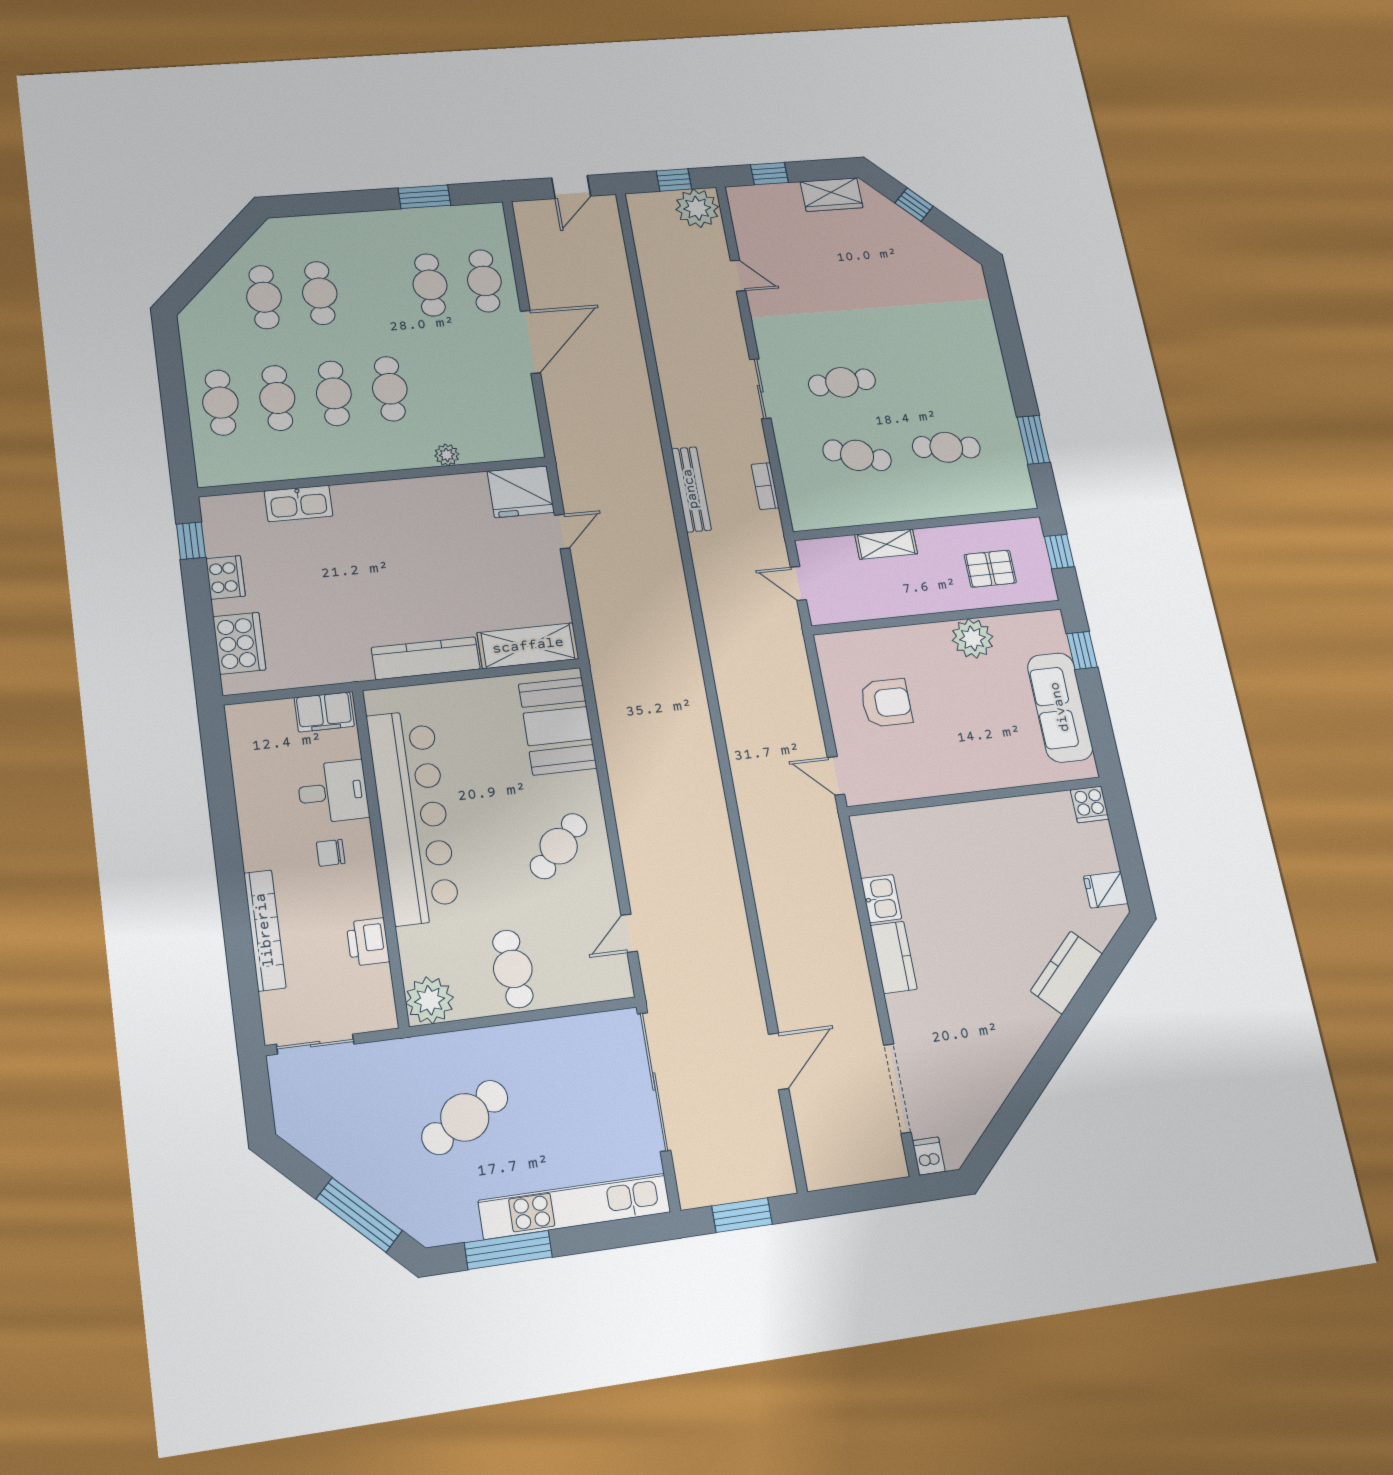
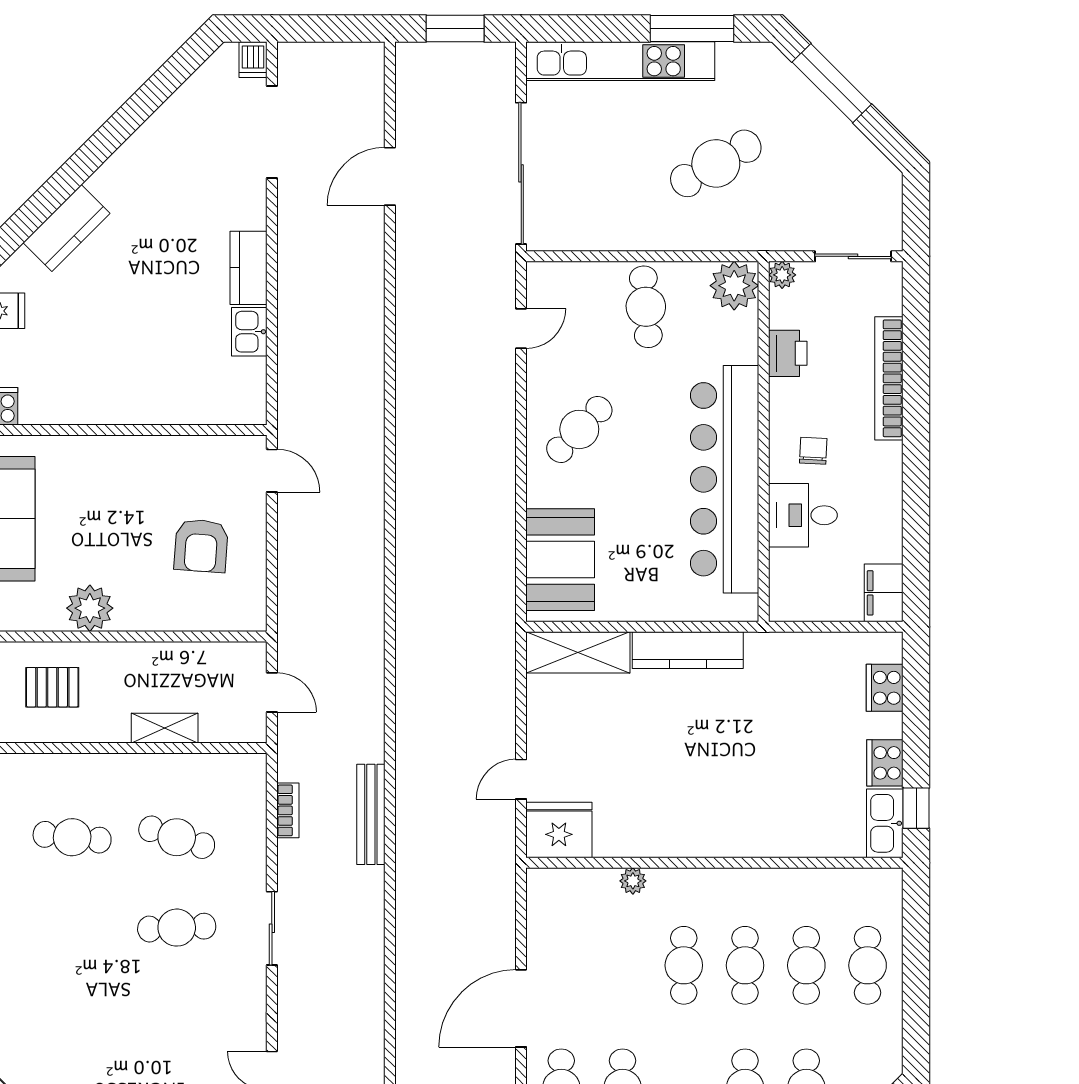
kitchen sink: (299, 503) -> (885, 823), moved, turned -90
cooker: (239, 643) -> (885, 688), width x0.73, depth x0.76
armchair: (886, 703) -> (201, 546), turned -86
filing cabinet: (324, 712) -> (884, 593), moved, turned -90
chair: (331, 853) -> (813, 451), turned -87
plant: (384, 1017) -> (782, 275), added

